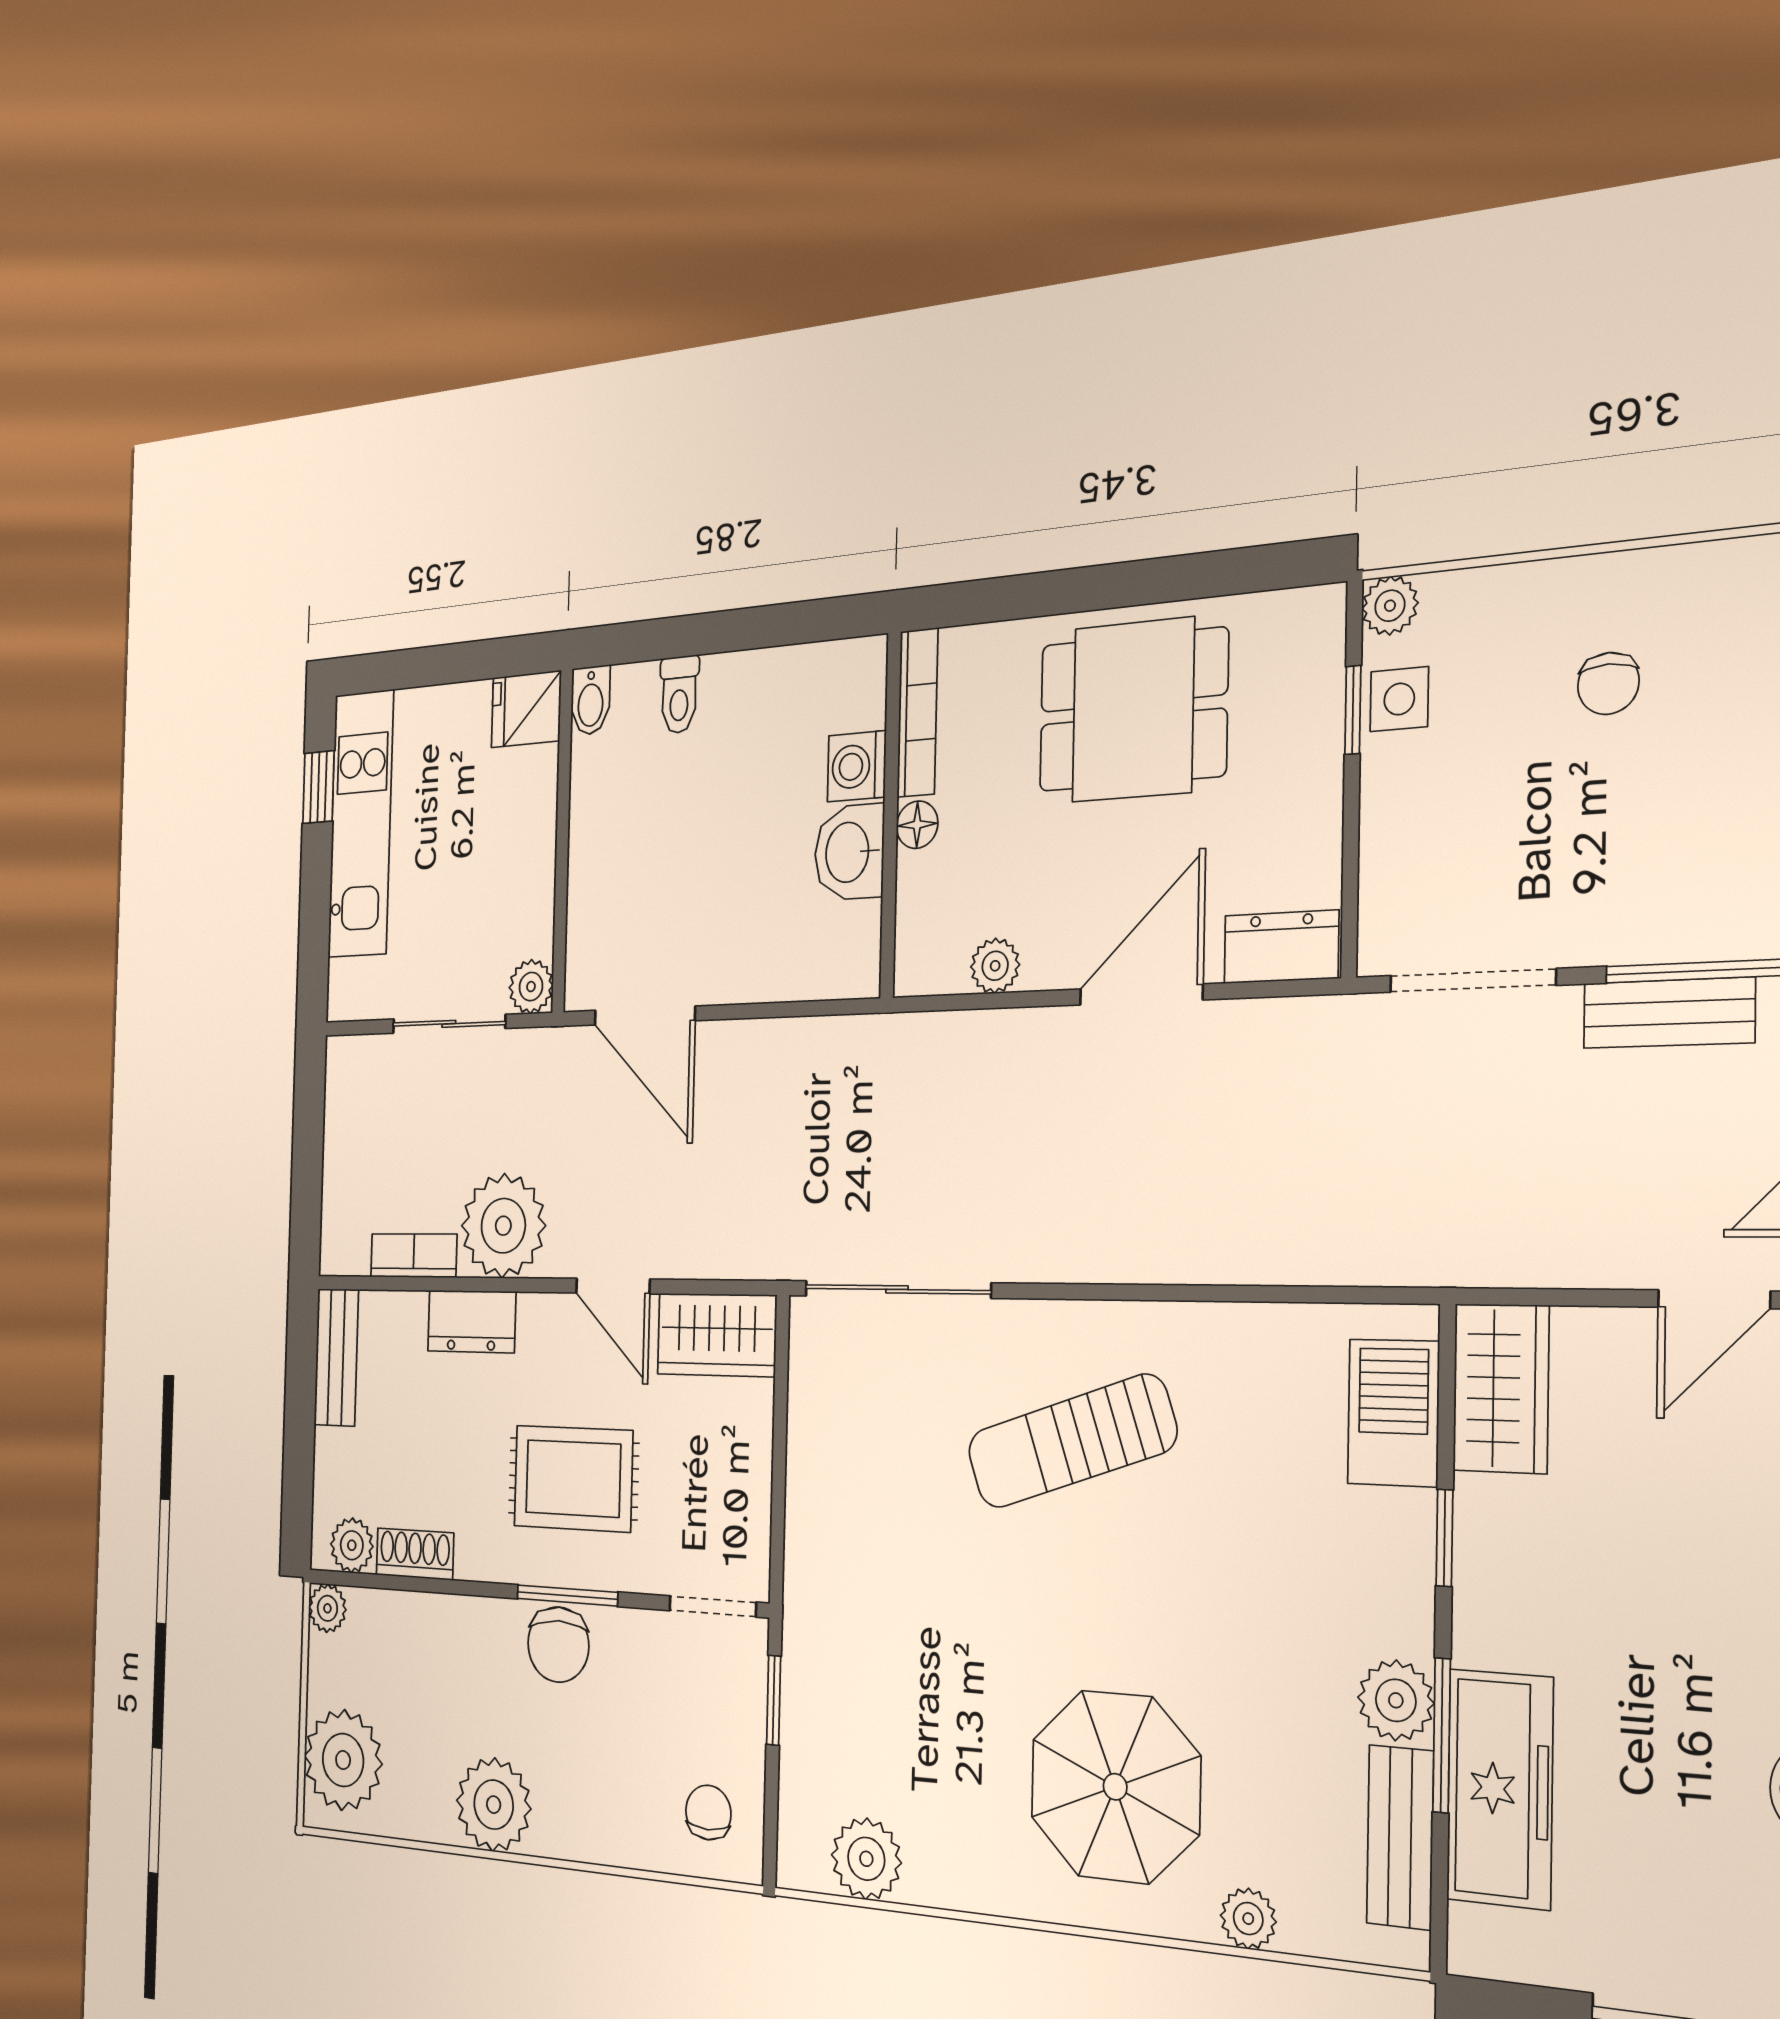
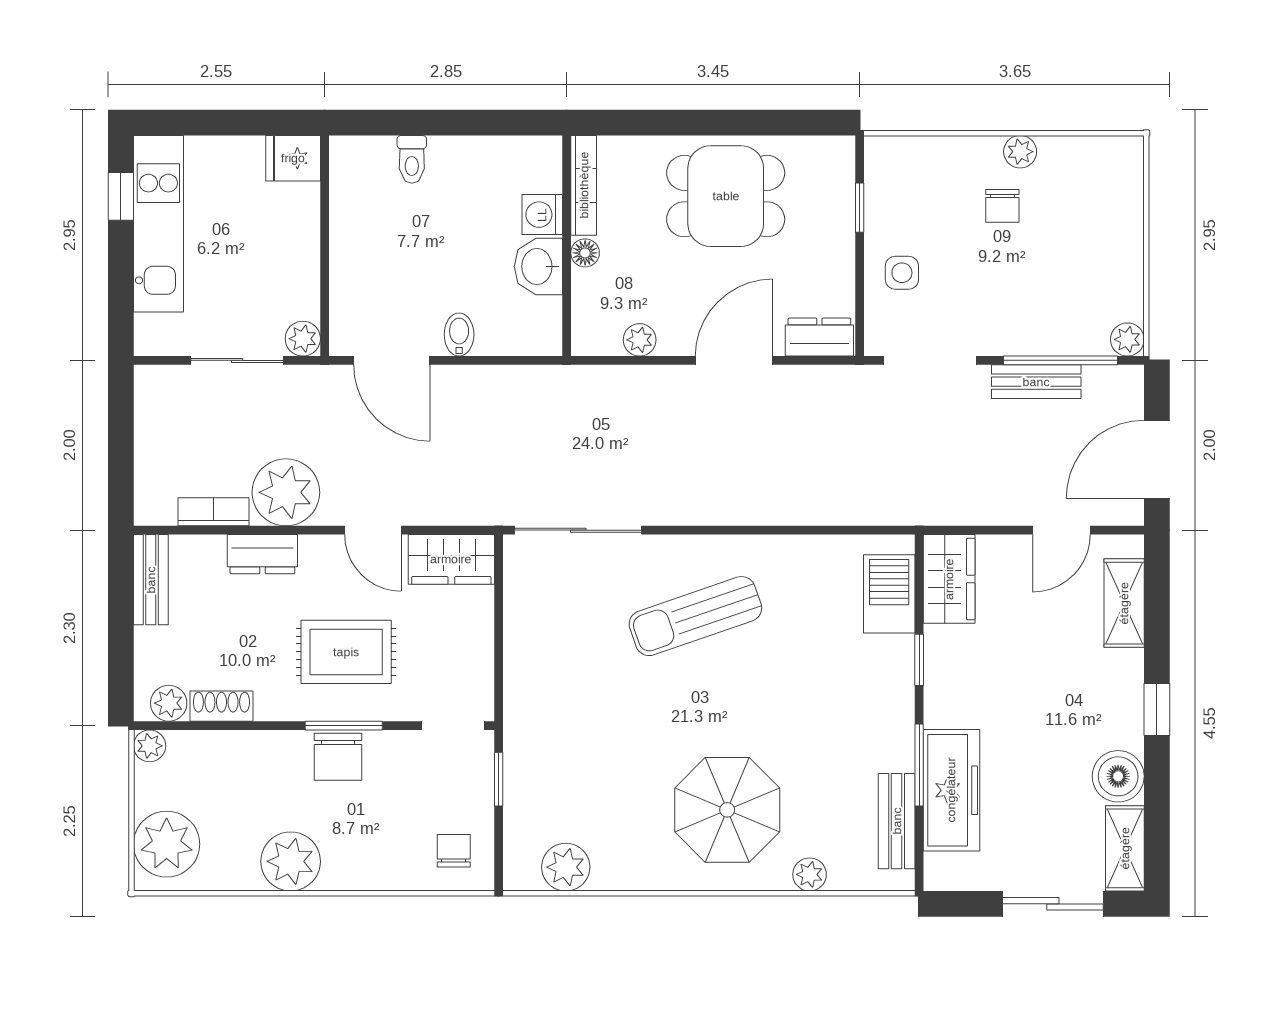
plant: (1390, 606) -> (1020, 152), moved
side table: (1399, 699) -> (902, 273), moved
bidet: (591, 700) -> (459, 334), moved, turned 180
plant: (1396, 1700) -> (893, 748), removed

